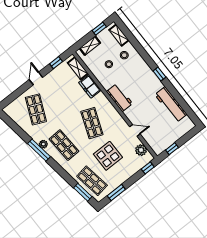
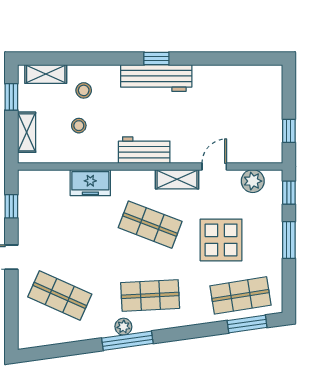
shelving: (78, 68) -> (177, 179), moved
workbench: (171, 104) -> (156, 78), moved
window: (116, 193) -> (289, 240), moved

